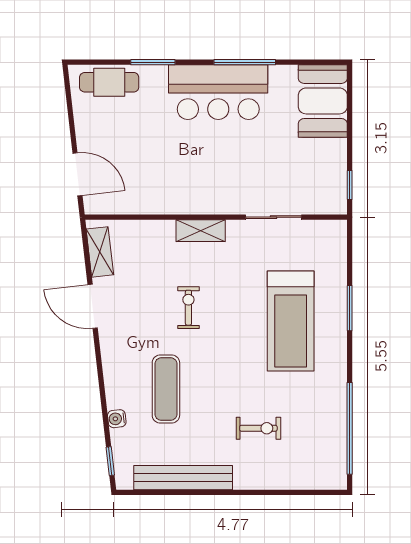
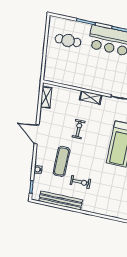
cafe table: (109, 82) -> (68, 40), moved
door: (77, 174) -> (44, 62), removed
door: (93, 306) -> (37, 134), moved
exercise bike: (258, 428) -> (80, 182), moved

